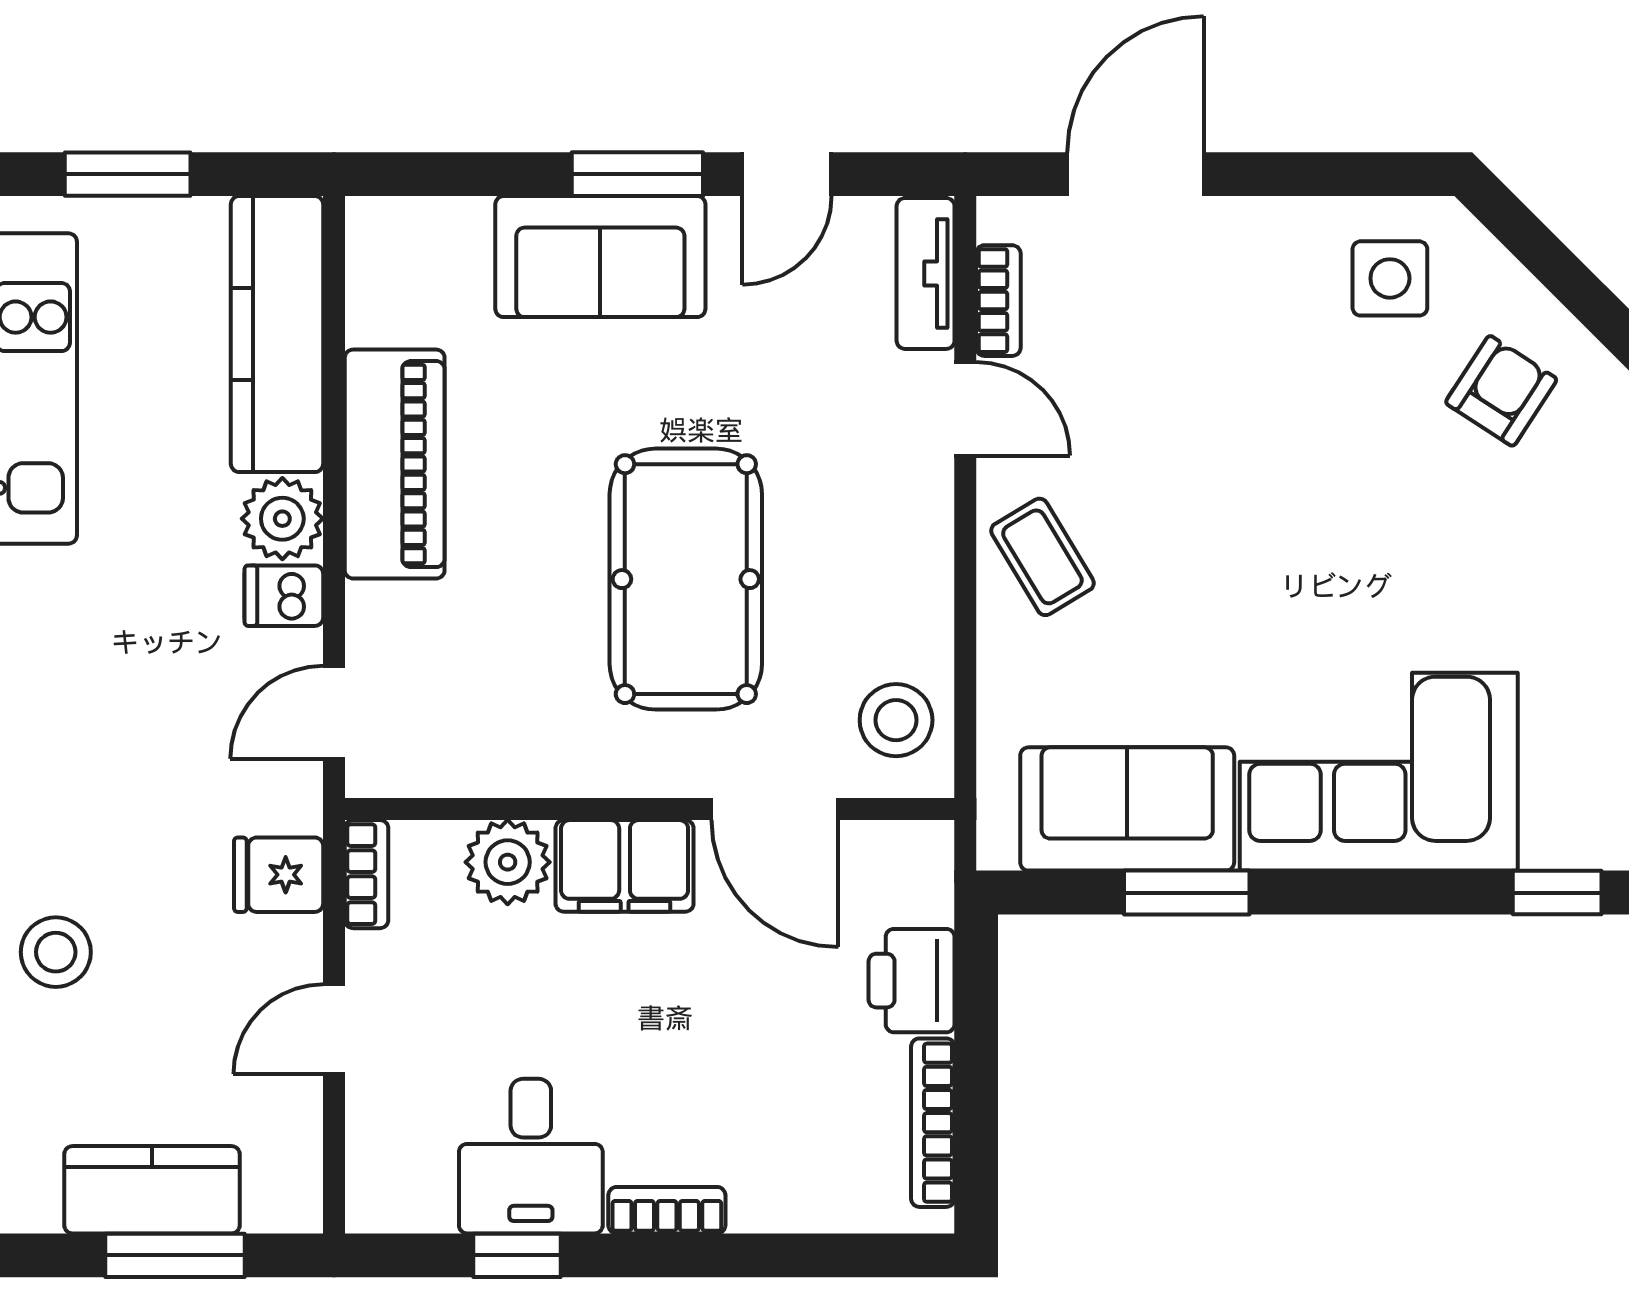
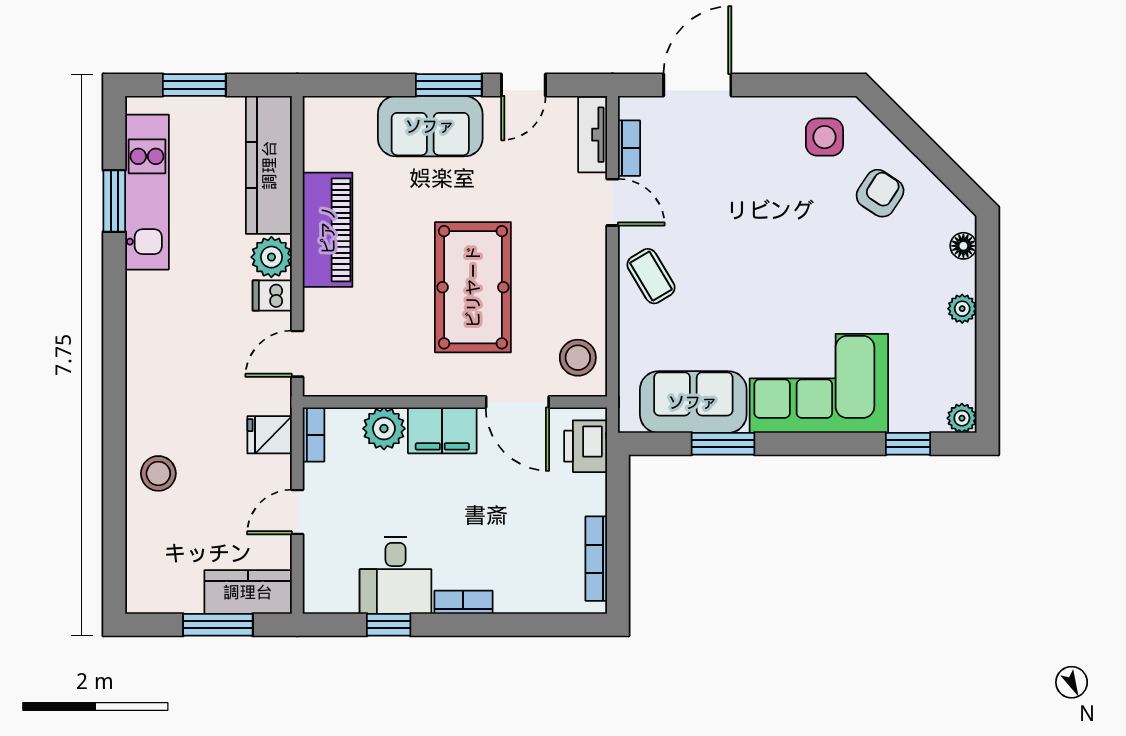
printer: (912, 981) -> (586, 446), moved
kitchen counter: (152, 1190) -> (248, 592), moved

